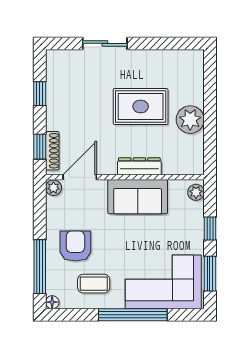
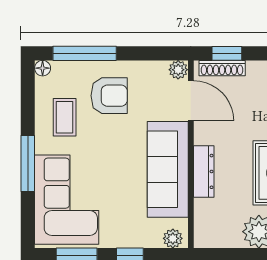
sofa: (138, 197) -> (168, 169), width x1.36
window: (133, 315) -> (28, 164), width x0.68

